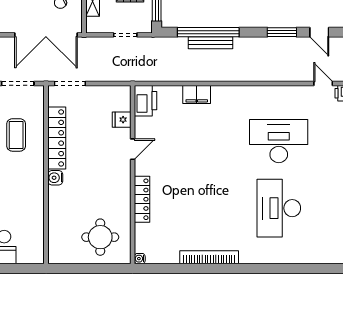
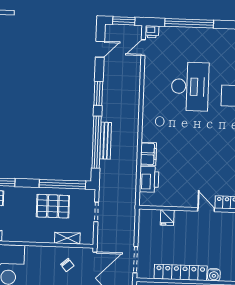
window: (282, 32) -> (98, 93), moved
printer: (146, 101) -> (149, 179), moved, turned 90
desk: (279, 141) -> (190, 86), turned 180
door: (133, 149) -> (206, 210), moved

